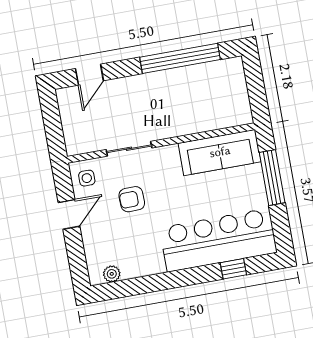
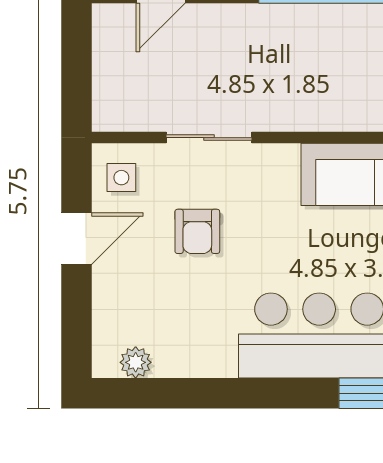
armchair: (132, 199) -> (197, 231), turned -89

